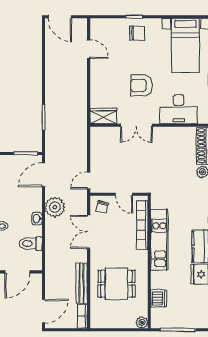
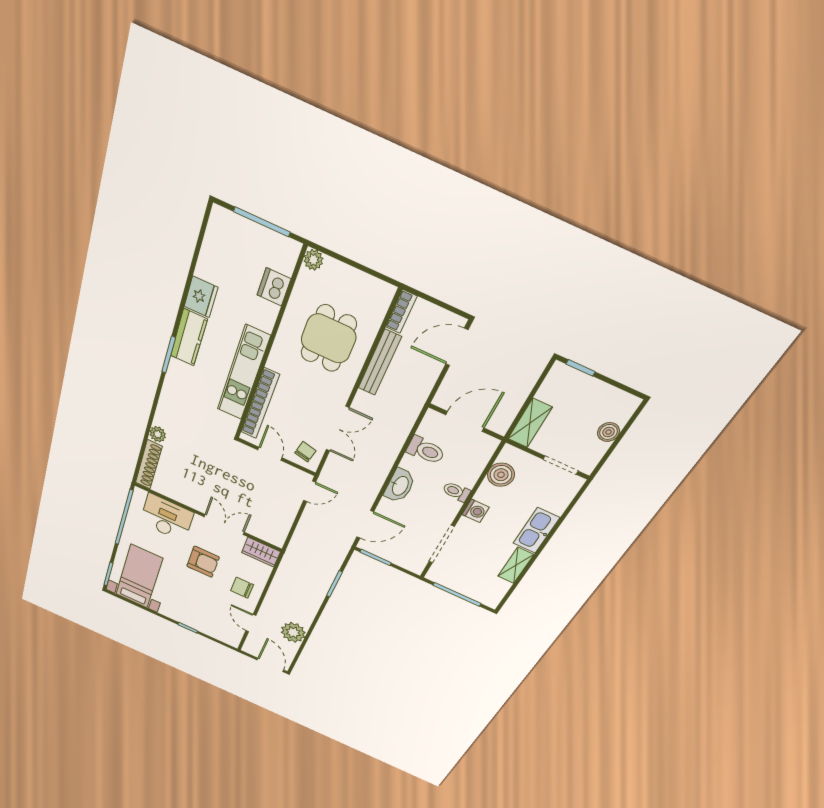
chair: (137, 33) -> (242, 588), moved
plant: (55, 207) -> (293, 632), moved
washbasin: (37, 219) -> (400, 486), width x1.91, depth x1.45
dining table: (116, 284) -> (328, 339), turned 90

